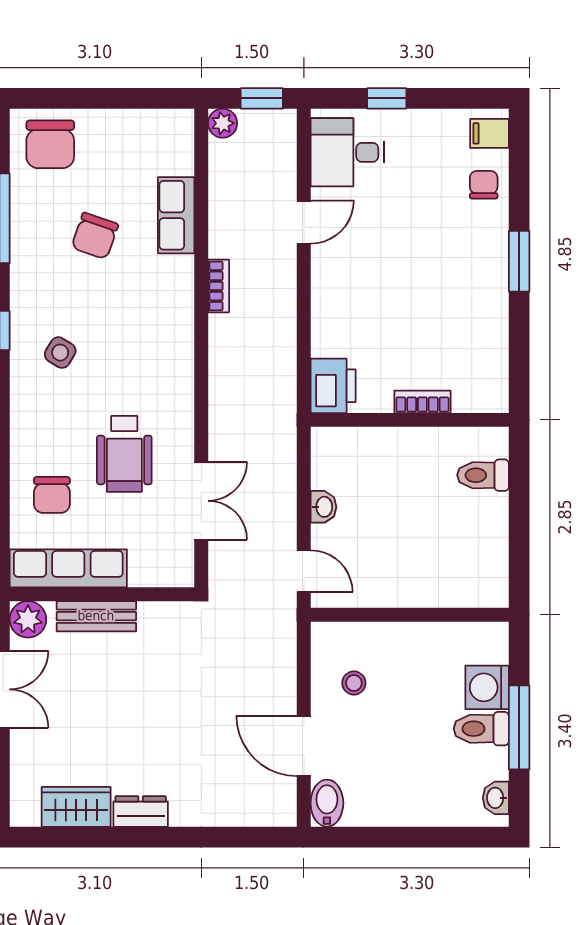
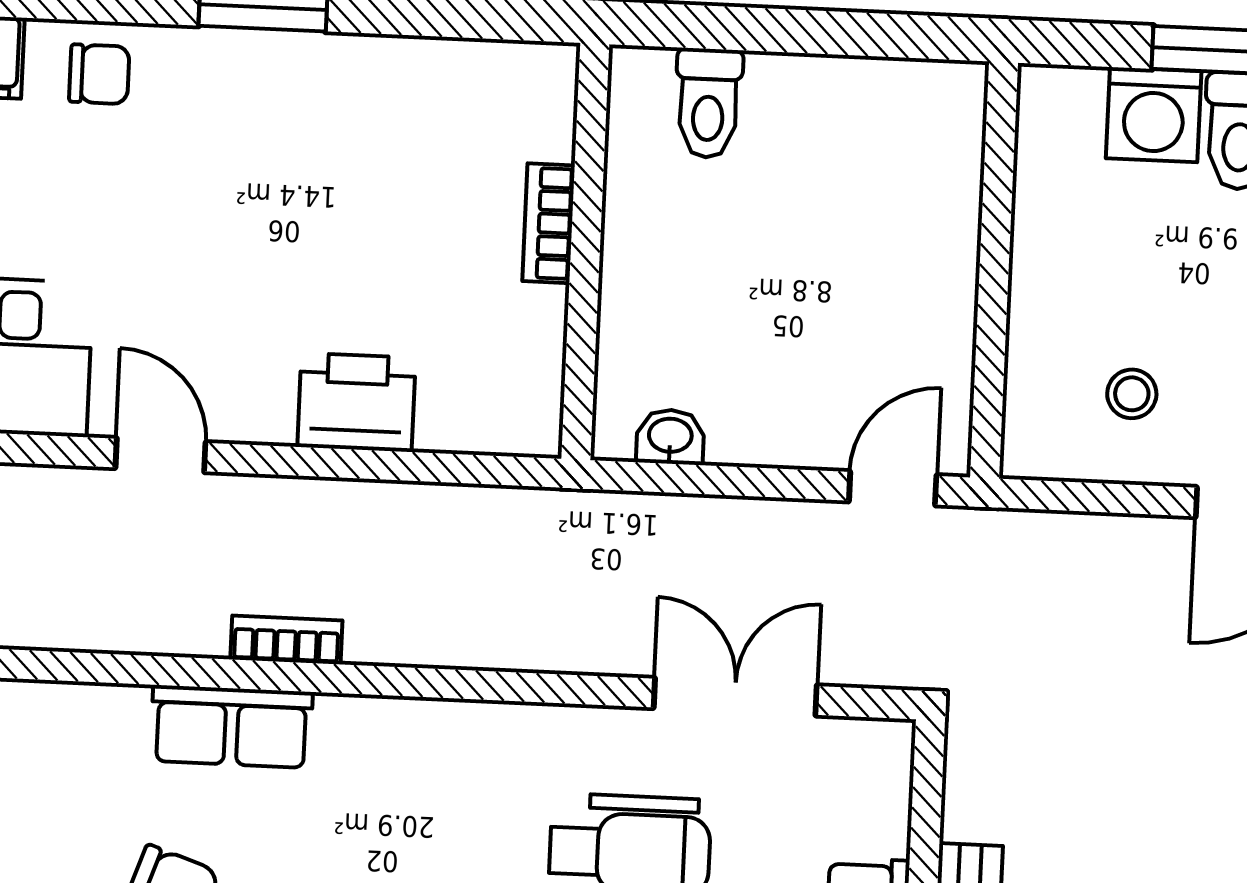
chair: (484, 185) -> (99, 74), turned 180
row of seats: (176, 215) -> (231, 726), moved
printer: (333, 386) -> (357, 402), moved
washbasin: (323, 507) -> (670, 437), moved

